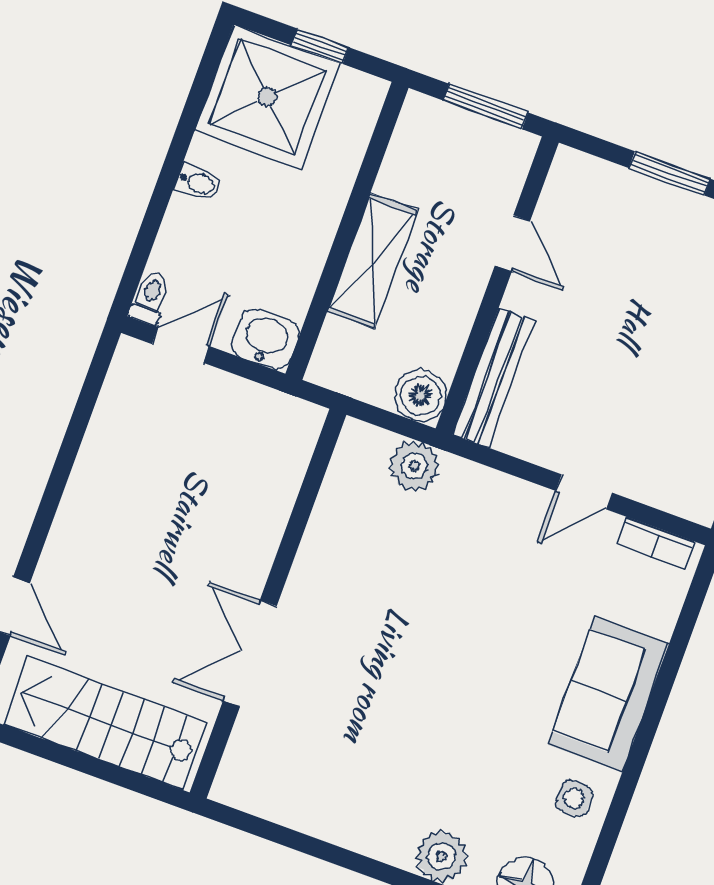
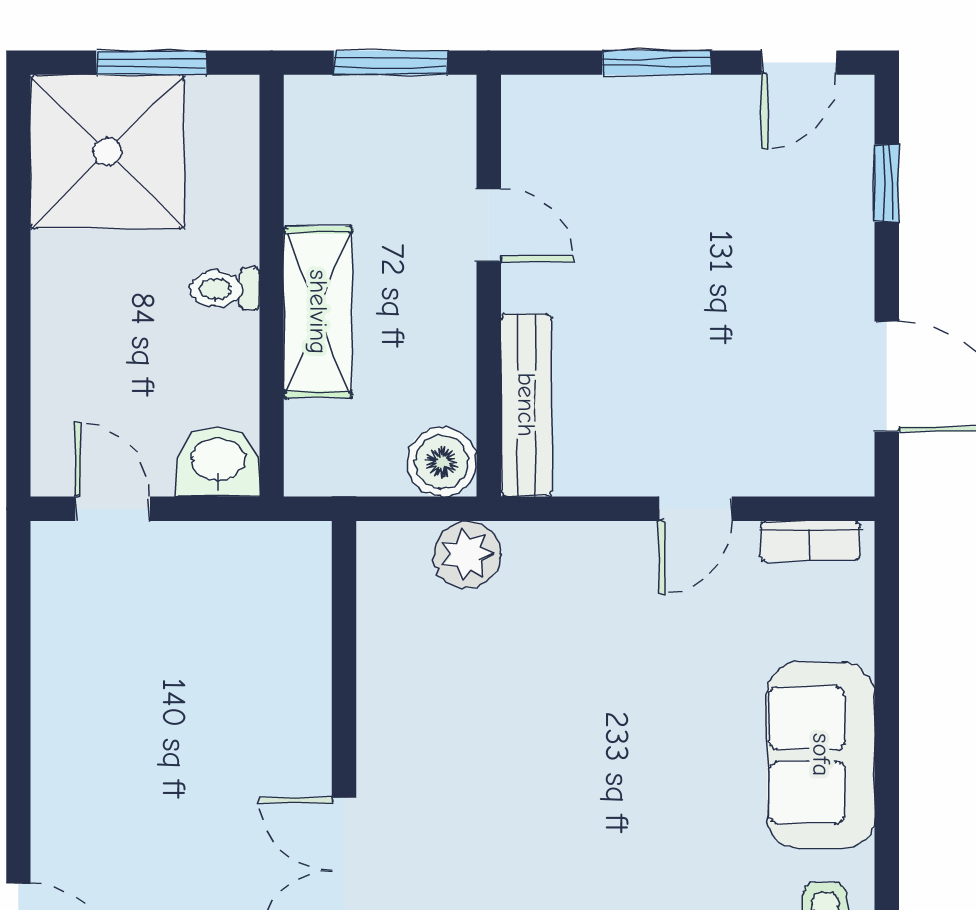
window: (320, 46) -> (151, 63), width x1.50
bidet: (198, 183) -> (59, 294), removed
toilet: (150, 297) -> (225, 289), moved, turned -90
door: (181, 345) -> (113, 509), hinge flipped

